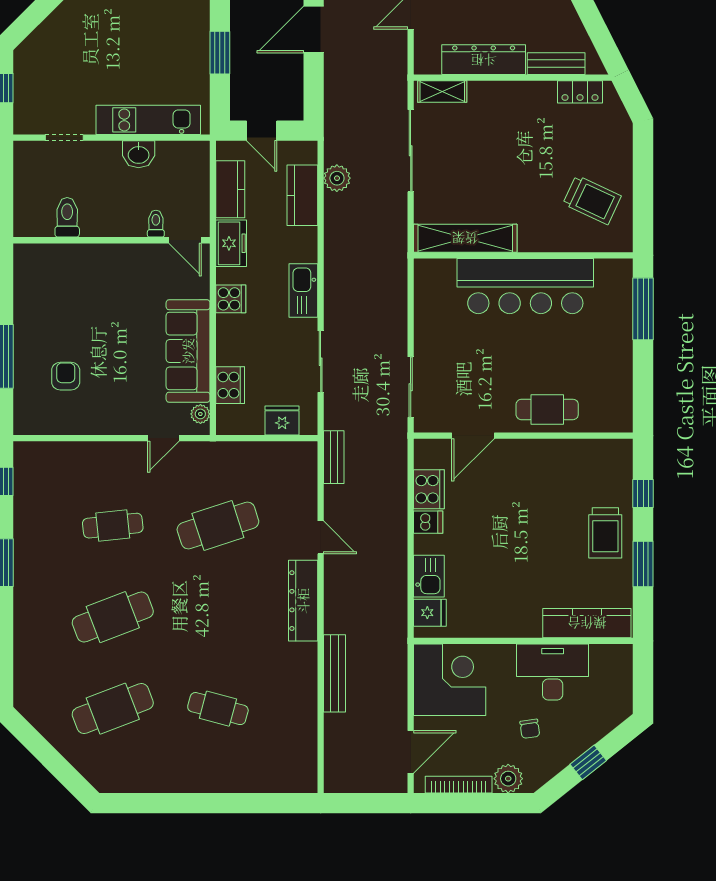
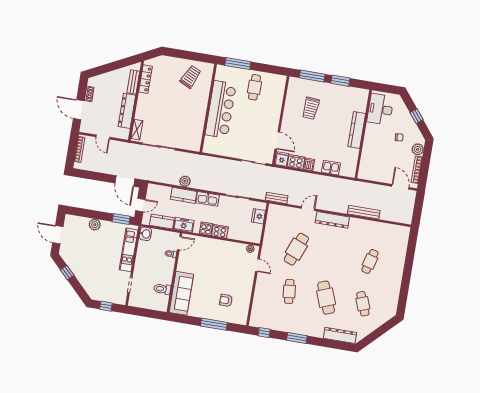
plant: (196, 28) -> (95, 225), added
door: (314, 29) -> (125, 181), moved
window: (220, 53) -> (121, 219), moved
locker: (580, 92) -> (145, 79), width x1.53
washbasin: (139, 154) -> (145, 234), moved
plant: (337, 178) -> (185, 181), moved
kitchen counter: (302, 195) -> (184, 195), moved
shelving: (465, 238) -> (197, 130), removed
sofa: (188, 351) -> (181, 293), moved, turned -90
cooker: (230, 385) -> (220, 231), moved
cafe table: (547, 409) -> (254, 87), moved
window: (643, 494) -> (312, 76), width x2.17
cafe table: (218, 526) -> (296, 249), turned 39
trolley: (605, 533) -> (311, 108), moved, turned 95
fridge: (430, 613) -> (282, 159), moved
kitchen counter: (587, 623) -> (357, 130), moved
dresser: (27, 666) -> (340, 335), added
desk: (553, 672) -> (380, 109), moved
corner desk: (450, 680) -> (374, 166), removed
cafe table: (113, 709) -> (363, 304), width x0.73, depth x0.74

